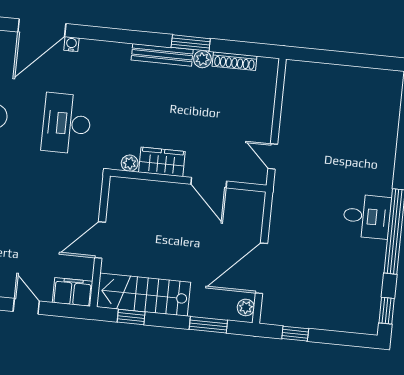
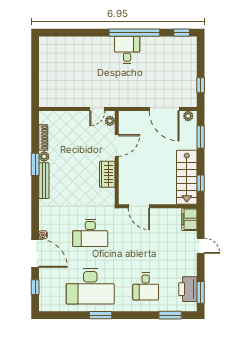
plant: (130, 163) -> (110, 121), moved
door: (100, 240) -> (139, 206), moved
door: (26, 306) -> (201, 246), swing flipped

